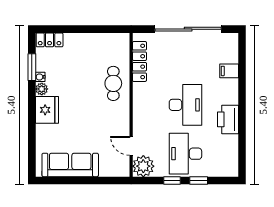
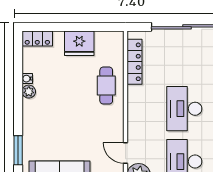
window: (32, 67) -> (18, 150), moved
desk: (185, 105) -> (184, 109), turned 180
fridge: (47, 110) -> (79, 43), moved, turned 90

